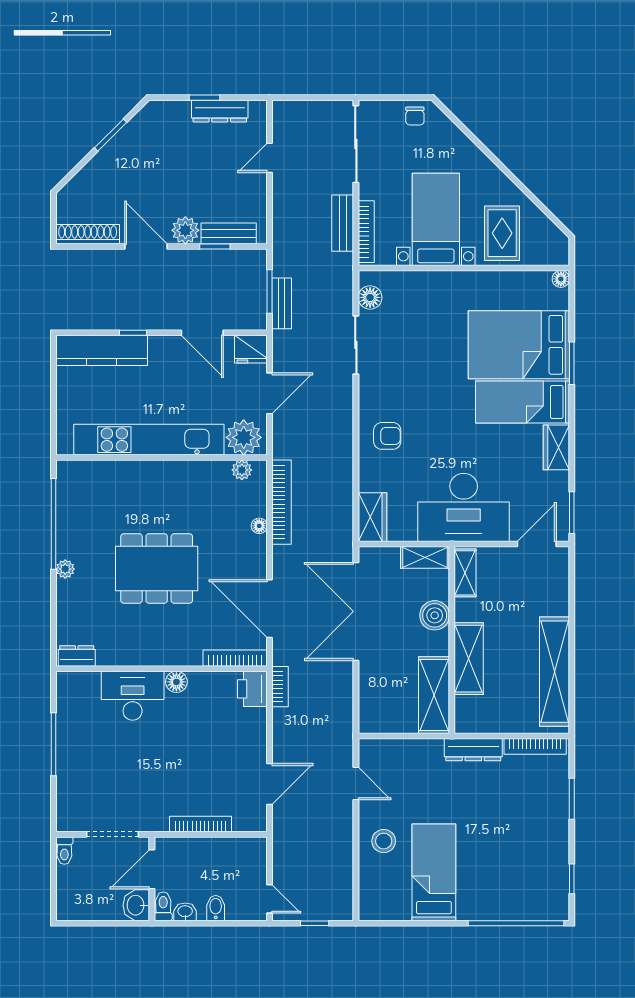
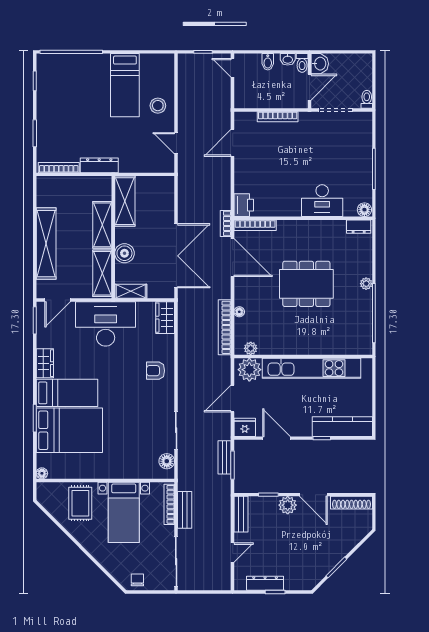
bench: (229, 234) -> (241, 514), moved, turned 90
shelving: (465, 573) -> (102, 273), width x1.50, depth x1.33
shelving: (554, 672) -> (46, 244), moved
floor lamp: (176, 682) -> (364, 210), moved
bookcase: (280, 687) -> (226, 223), moved

